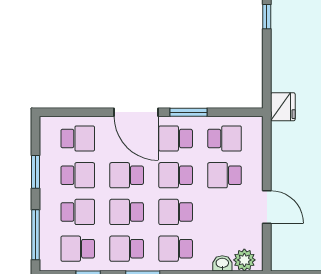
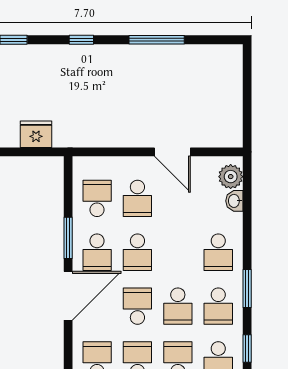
fridge: (283, 107) -> (36, 134), moved
school desk: (127, 175) -> (137, 306), turned 180
door: (267, 207) -> (172, 152), swing flipped
school desk: (176, 212) -> (178, 252), removed

